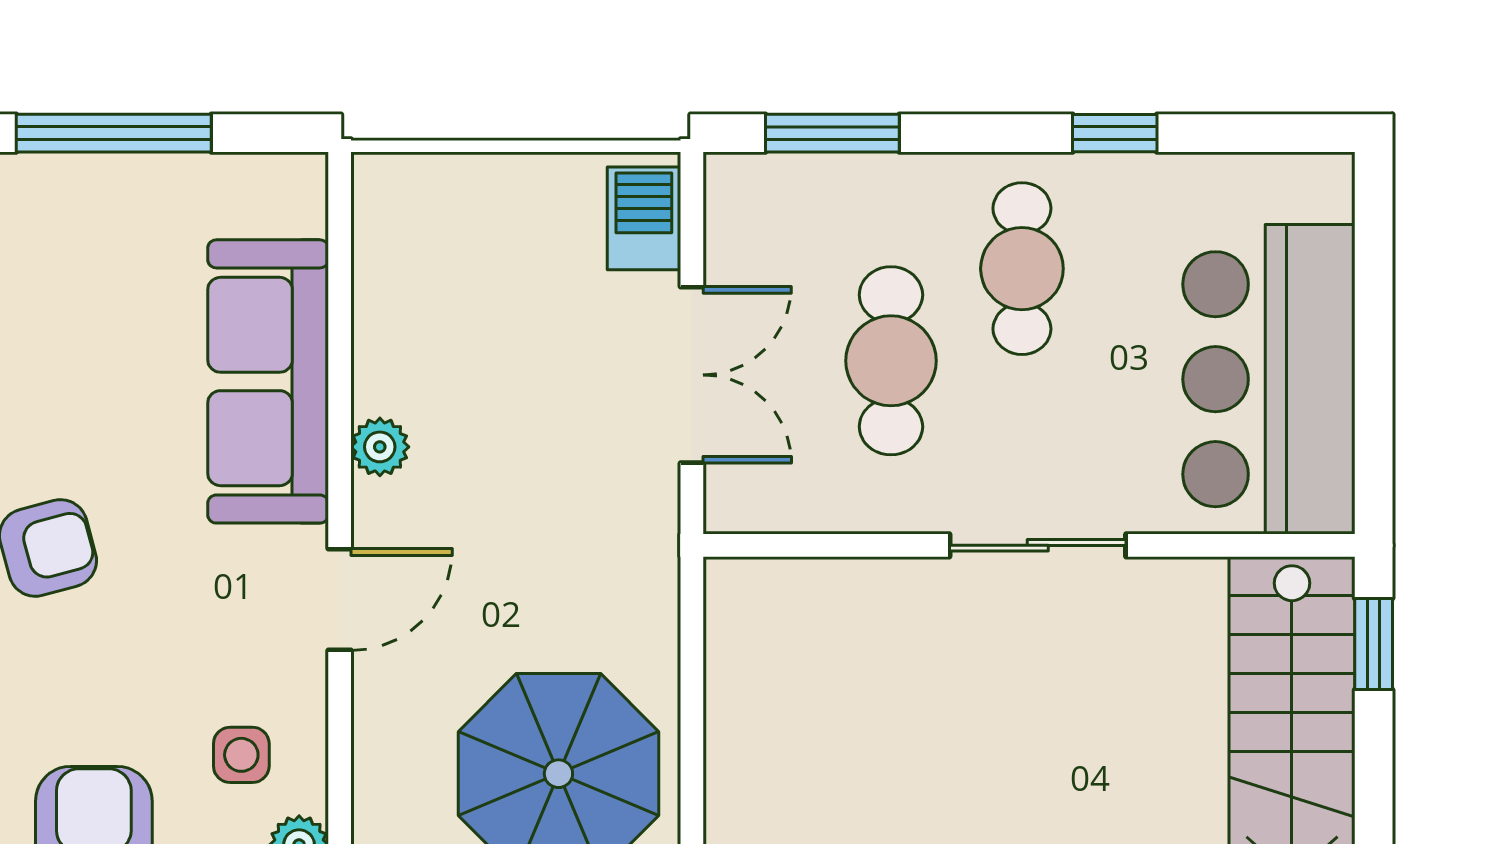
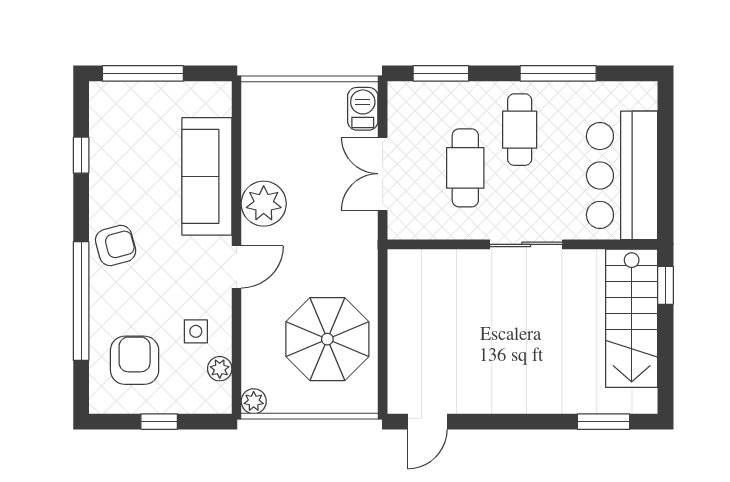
window: (1115, 133) -> (558, 73), width x2.17
double door: (692, 375) -> (383, 174), swing flipped
plant: (380, 447) -> (264, 204), width x1.87, depth x1.87

